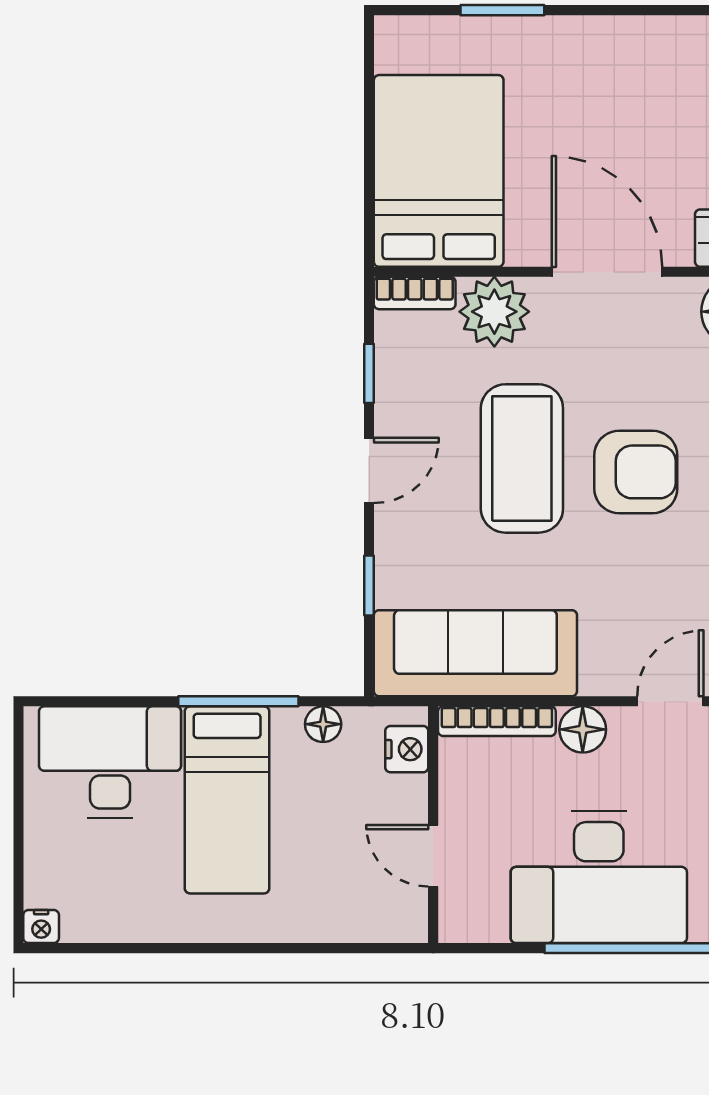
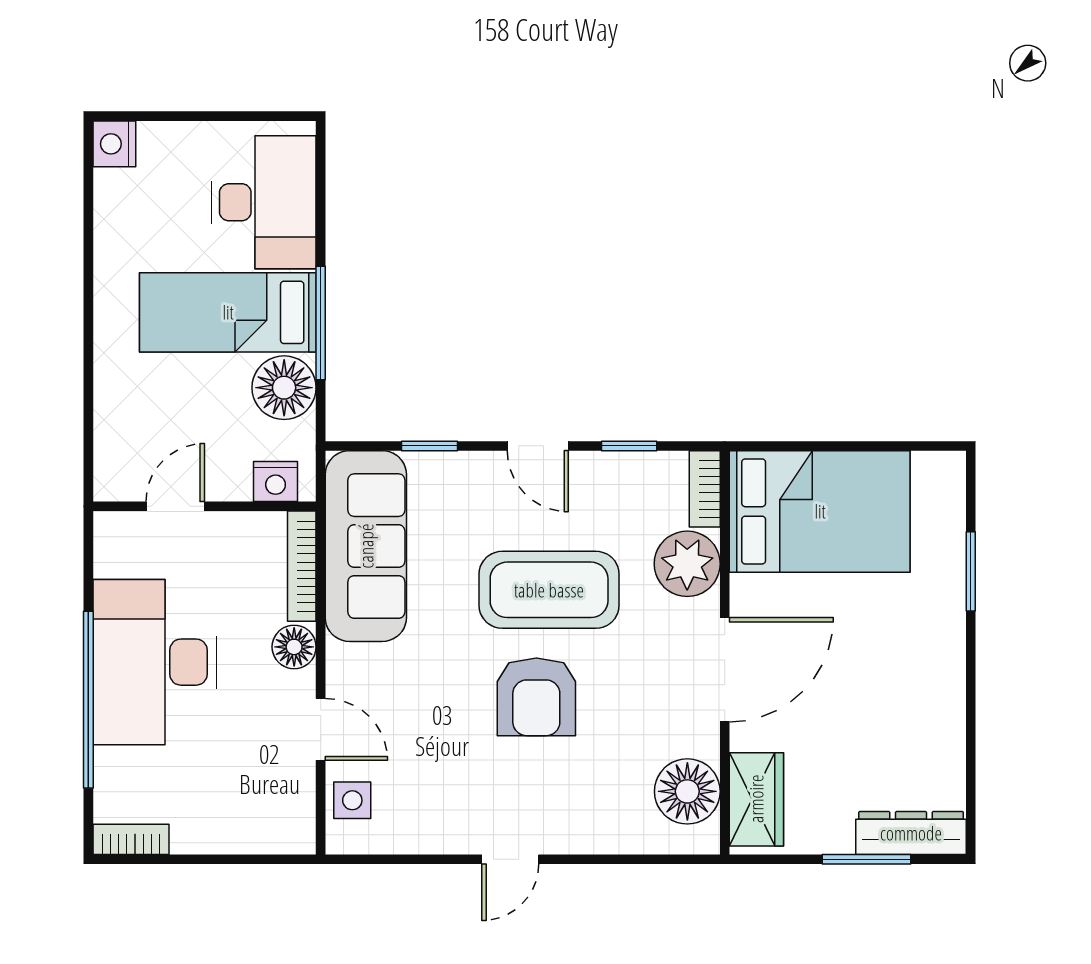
floor lamp: (323, 724) -> (284, 388), width x1.89, depth x1.89
nightstand: (41, 926) -> (114, 144), width x1.39, depth x1.35

